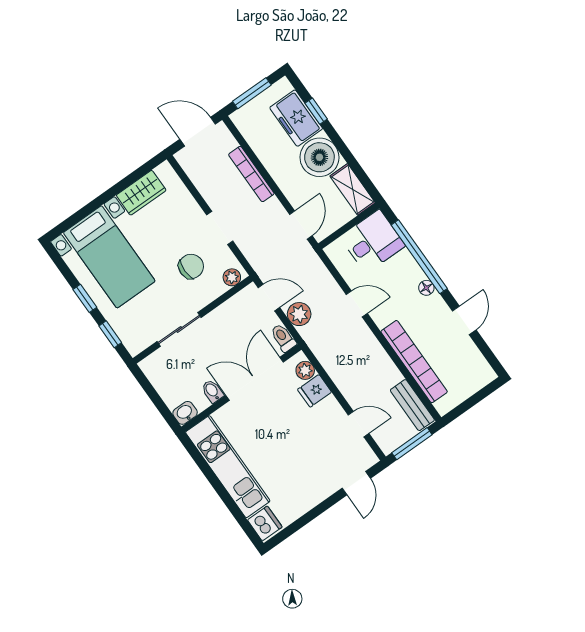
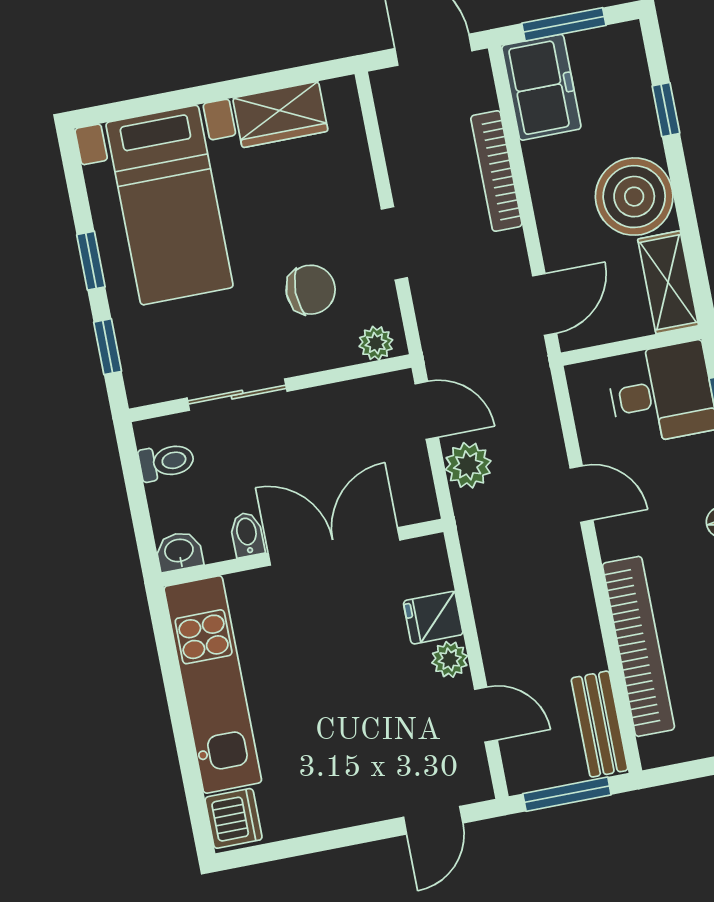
freezer: (296, 118) -> (541, 87), moved, turned 180
toilet: (283, 338) -> (167, 462), moved, turned 90
plant: (305, 370) -> (450, 659), moved

